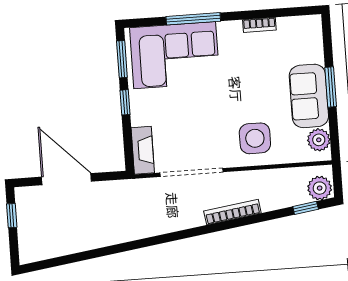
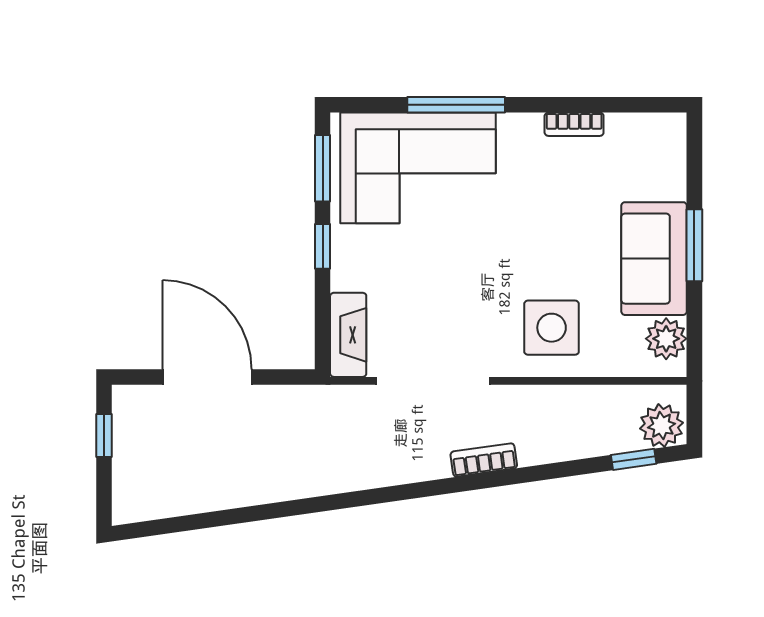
bookcase: (232, 212) -> (484, 460), width x0.64

